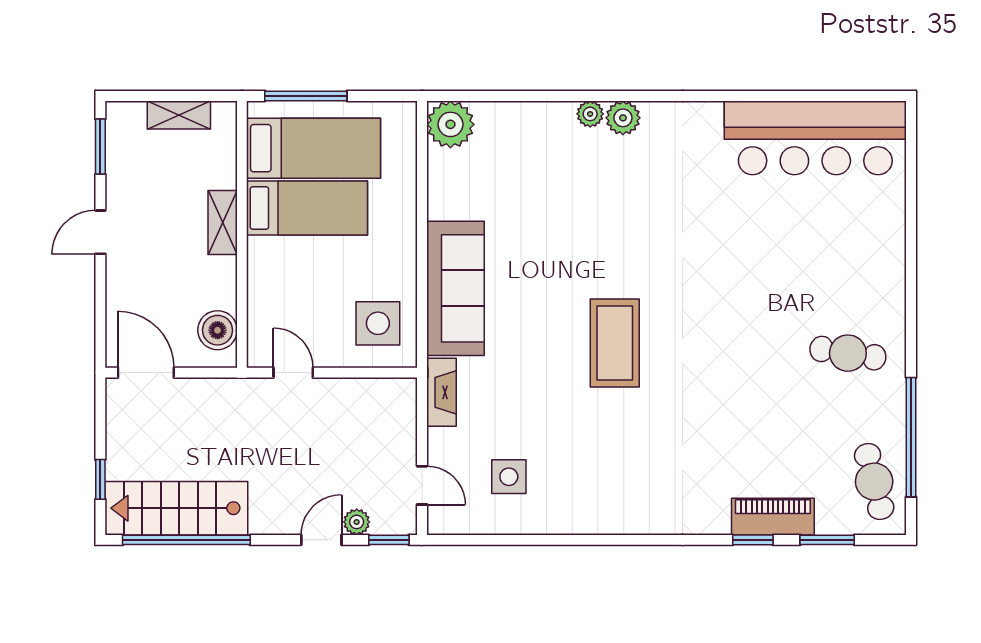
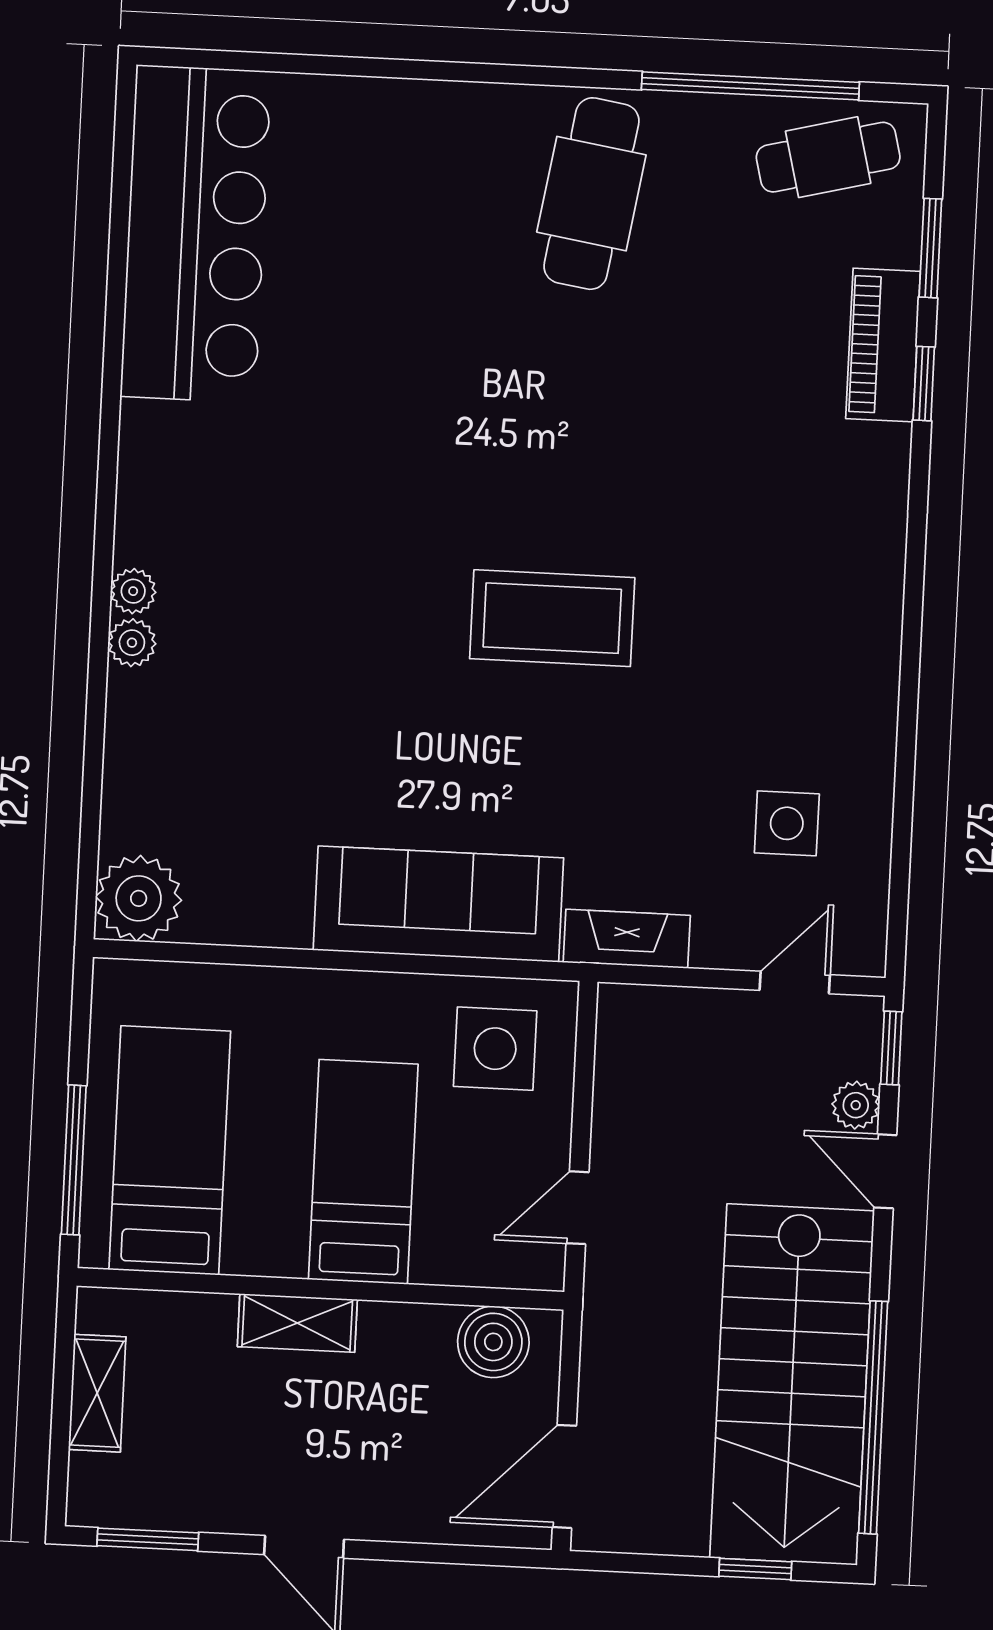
plant: (623, 118) -> (133, 591), width x0.73, depth x0.73
bed: (307, 208) -> (363, 1172), moved
cafe table: (848, 353) -> (591, 194), width x1.37, depth x1.35
stairs: (176, 508) -> (792, 1384), width x1.36, depth x1.51

